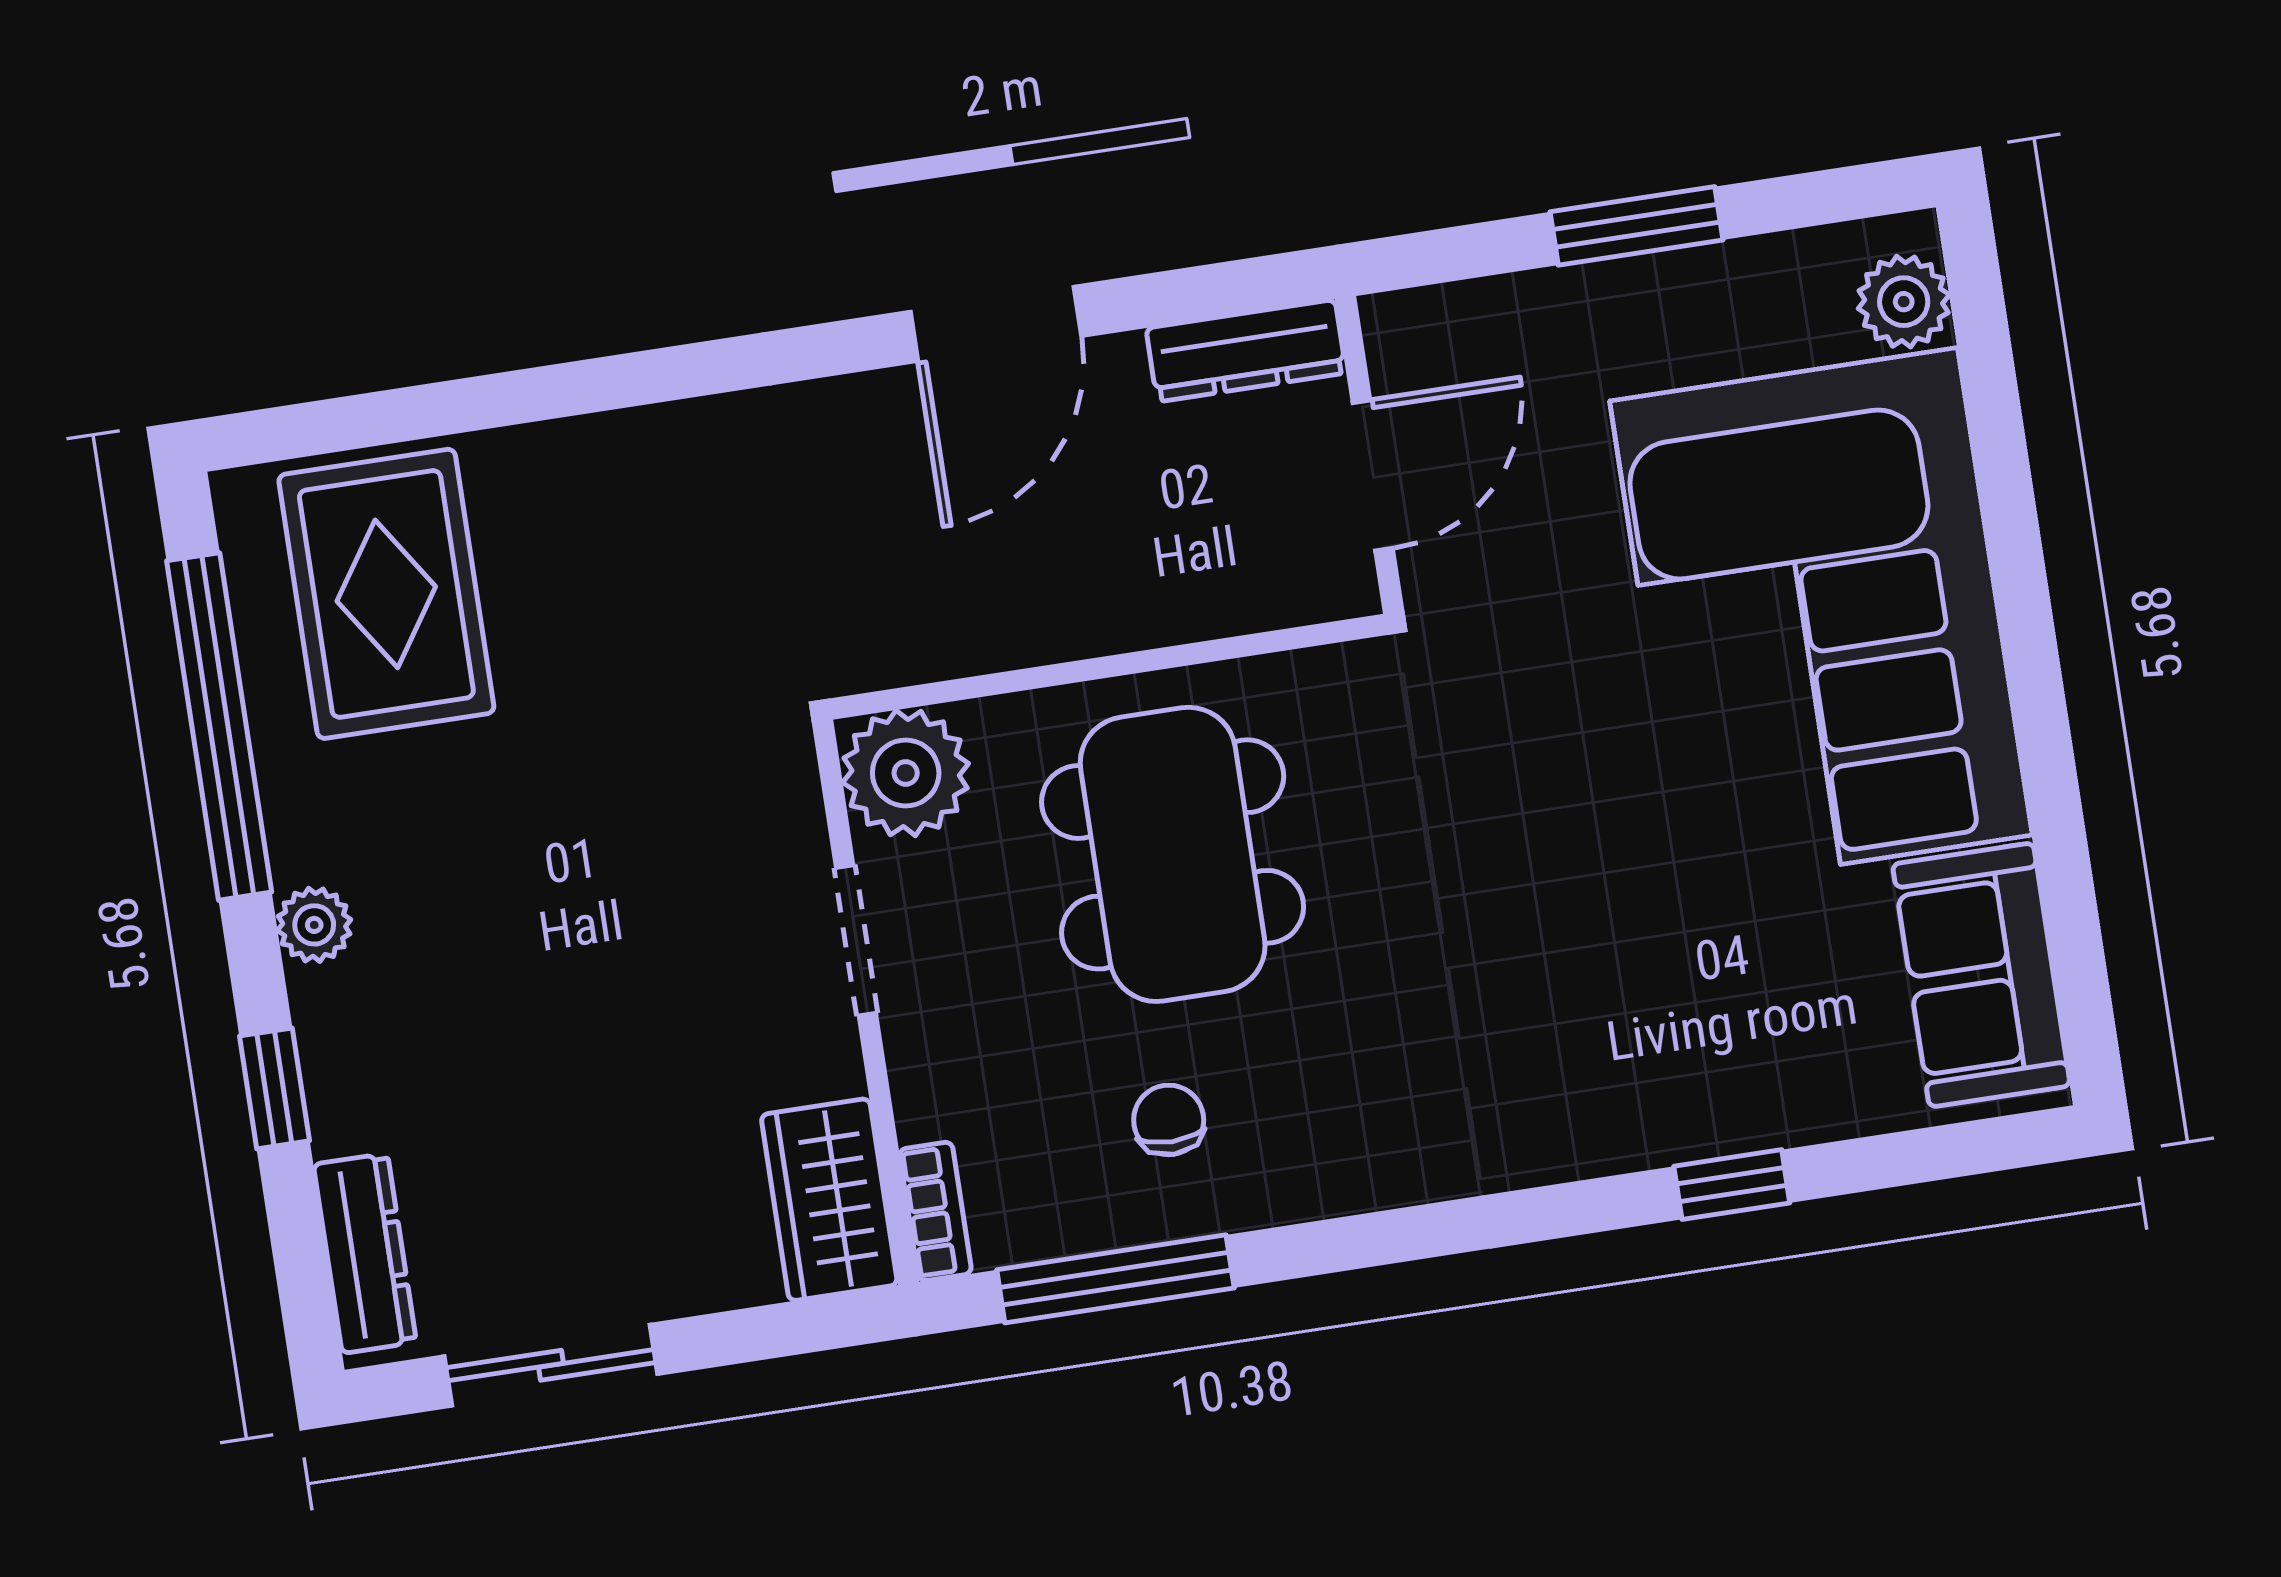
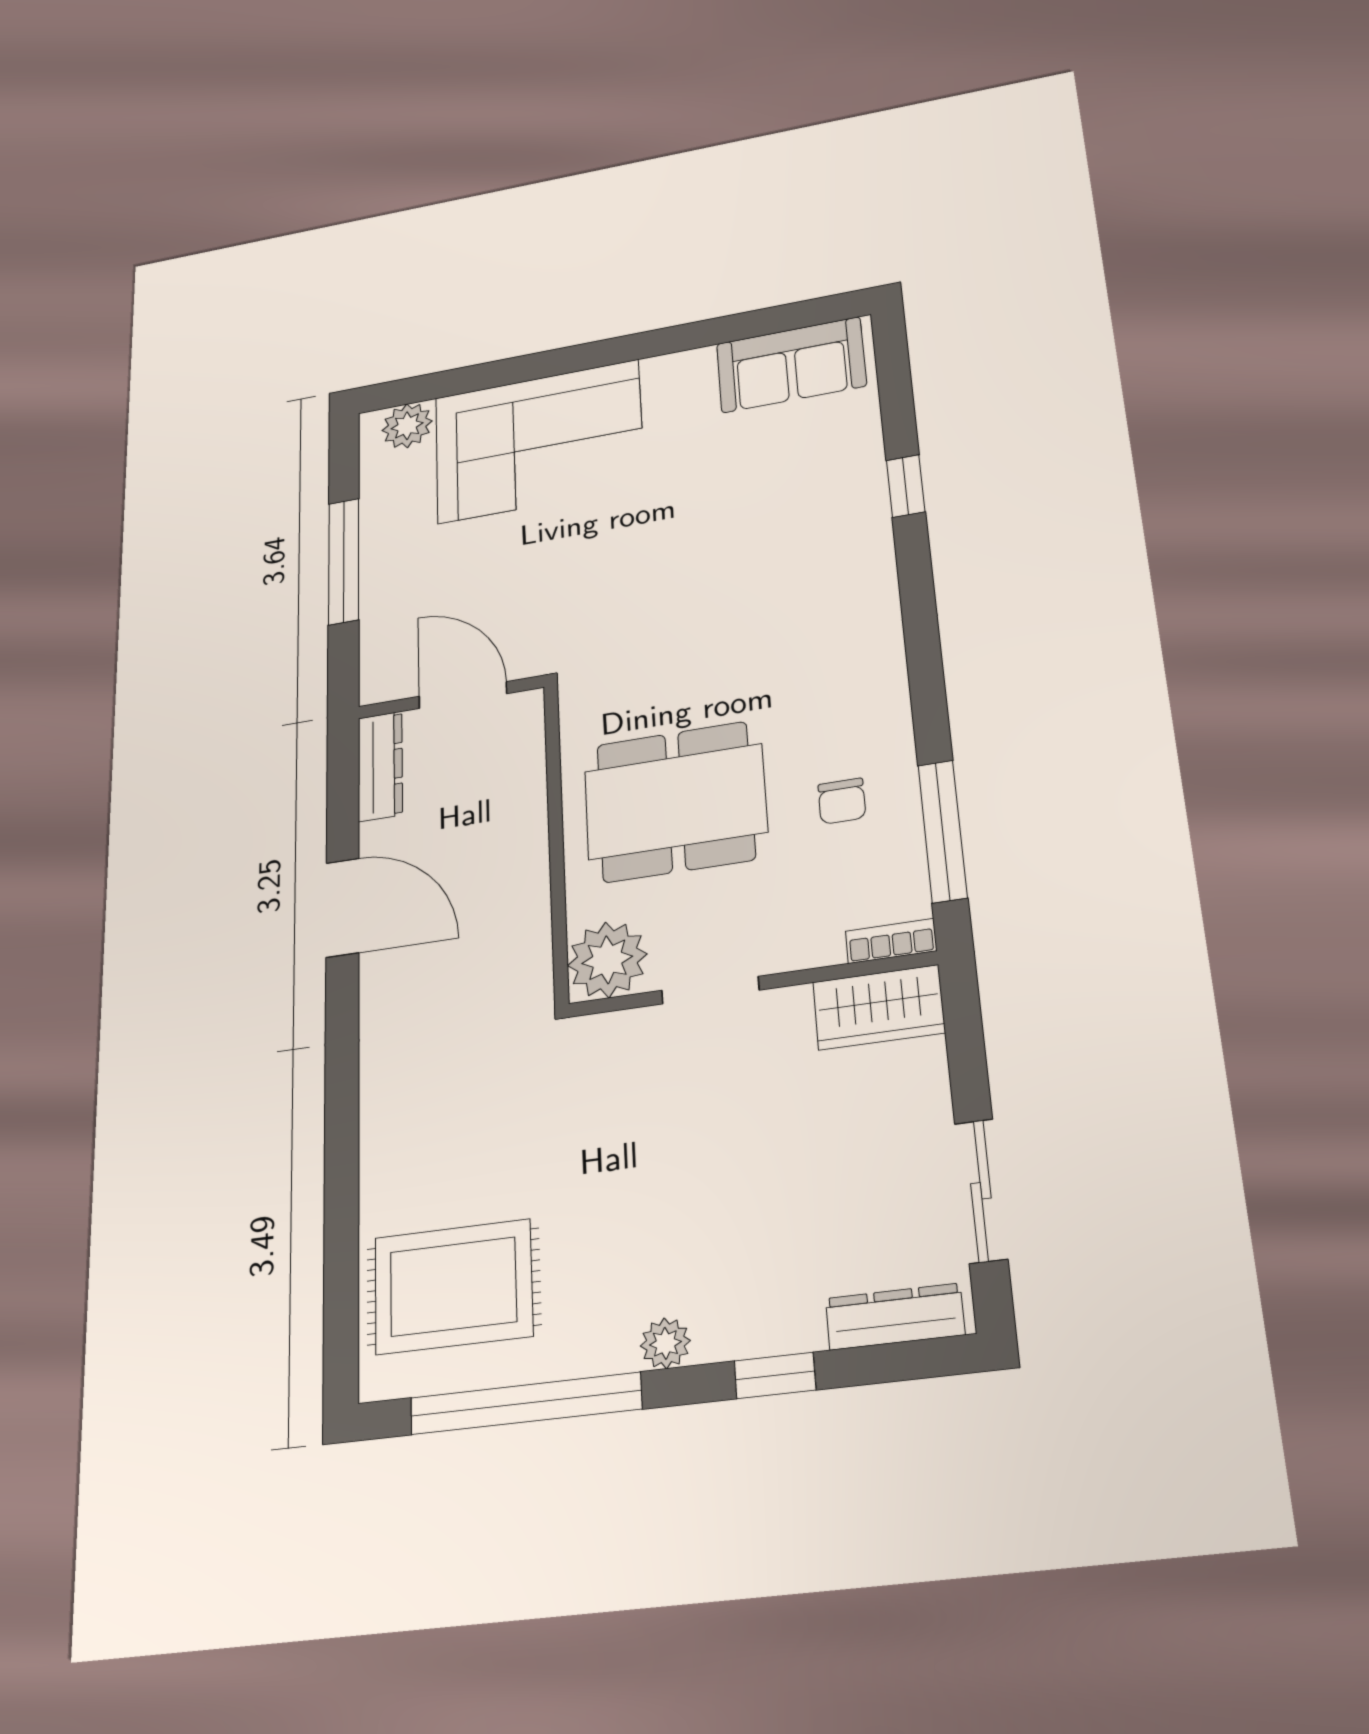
window: (1637, 226) -> (344, 561), width x1.44
corner sofa: (1821, 618) -> (538, 441), width x0.73, depth x0.74
chair: (1169, 1120) -> (842, 801), turned -90

